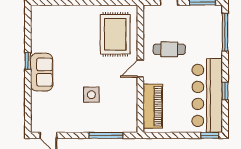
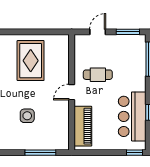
rug: (115, 34) -> (31, 61), moved
bar counter: (207, 95) -> (132, 116), width x0.73

